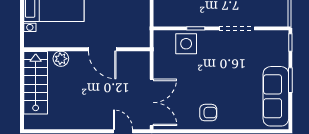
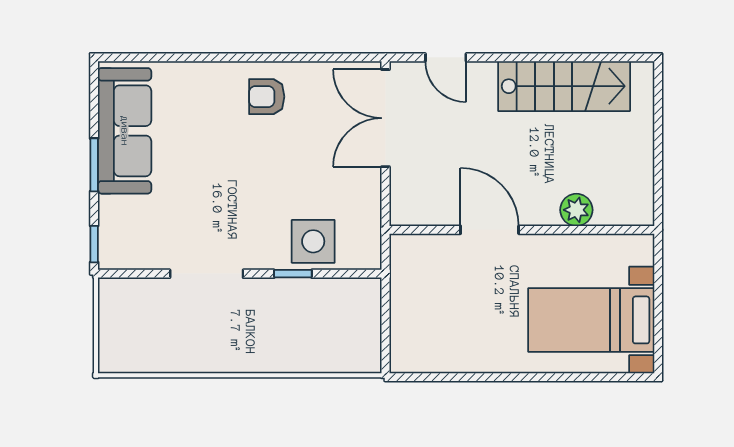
stairs: (36, 83) -> (564, 86), moved, turned -90

